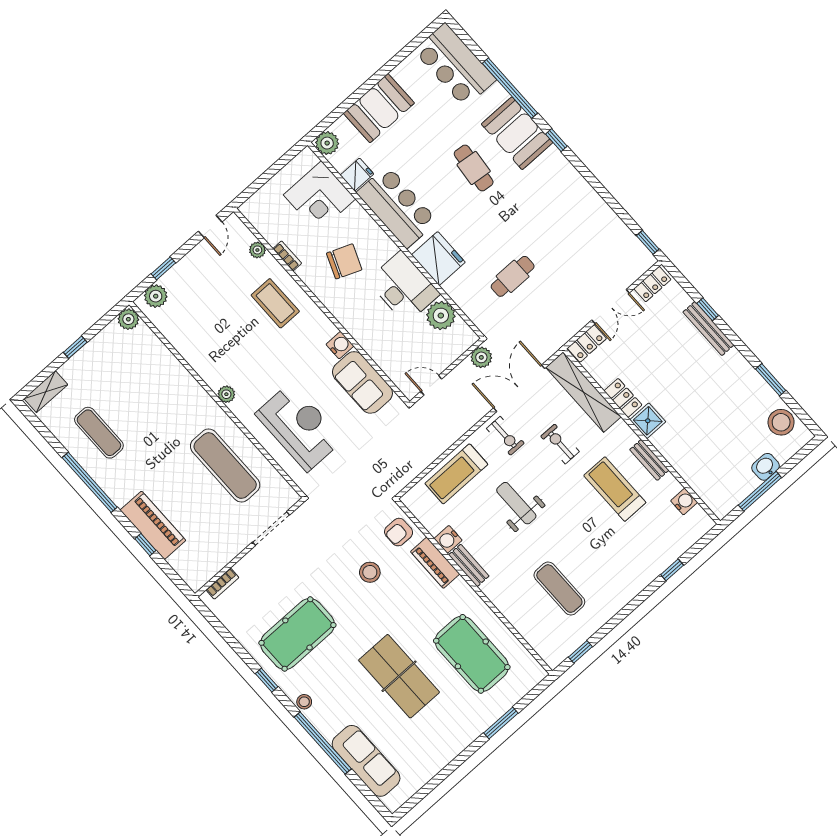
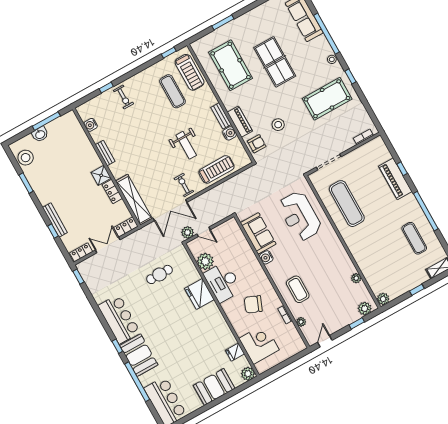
cafe table: (474, 168) -> (168, 341), removed
bar counter: (397, 207) -> (119, 319), moved, turned 180
door: (431, 385) -> (204, 232), moved
plant: (226, 394) -> (356, 278), moved
exercise bike: (560, 444) -> (124, 97), moved
treadmill: (615, 489) -> (190, 72), moved

